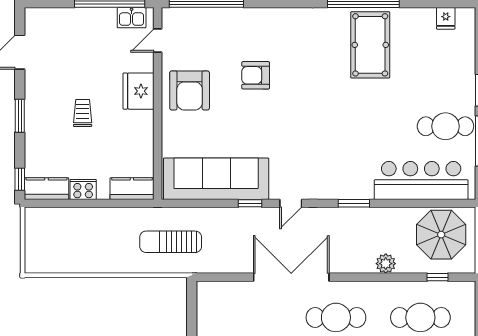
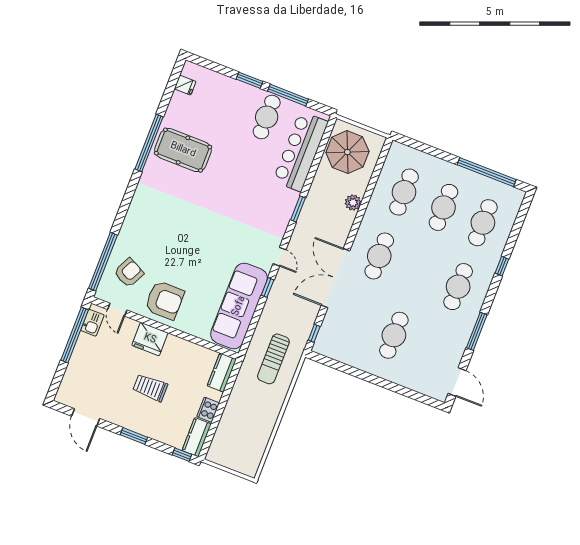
armchair: (256, 75) -> (129, 273), moved, turned -153
trolley: (83, 113) -> (150, 388), width x1.36, depth x1.39
window: (437, 277) -> (314, 333), moved

